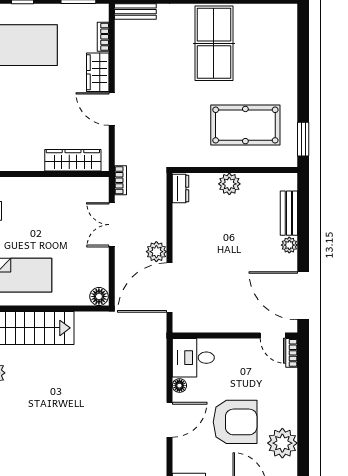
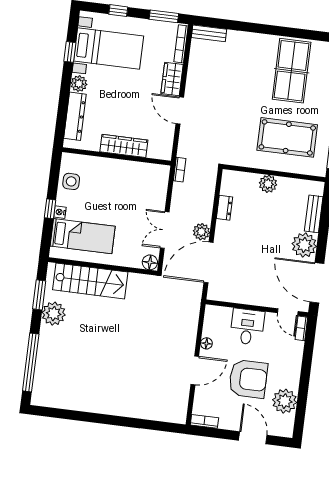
bookcase: (103, 37) -> (181, 44), width x1.56
table tennis table: (214, 43) -> (292, 71), moved
wardrobe: (73, 160) -> (124, 146), moved
dresser: (181, 189) -> (225, 208), moved
double door: (112, 225) -> (165, 230), moved
plant: (289, 245) -> (304, 245), width x1.88, depth x1.88
desk: (193, 358) -> (247, 327), moved, turned 90

